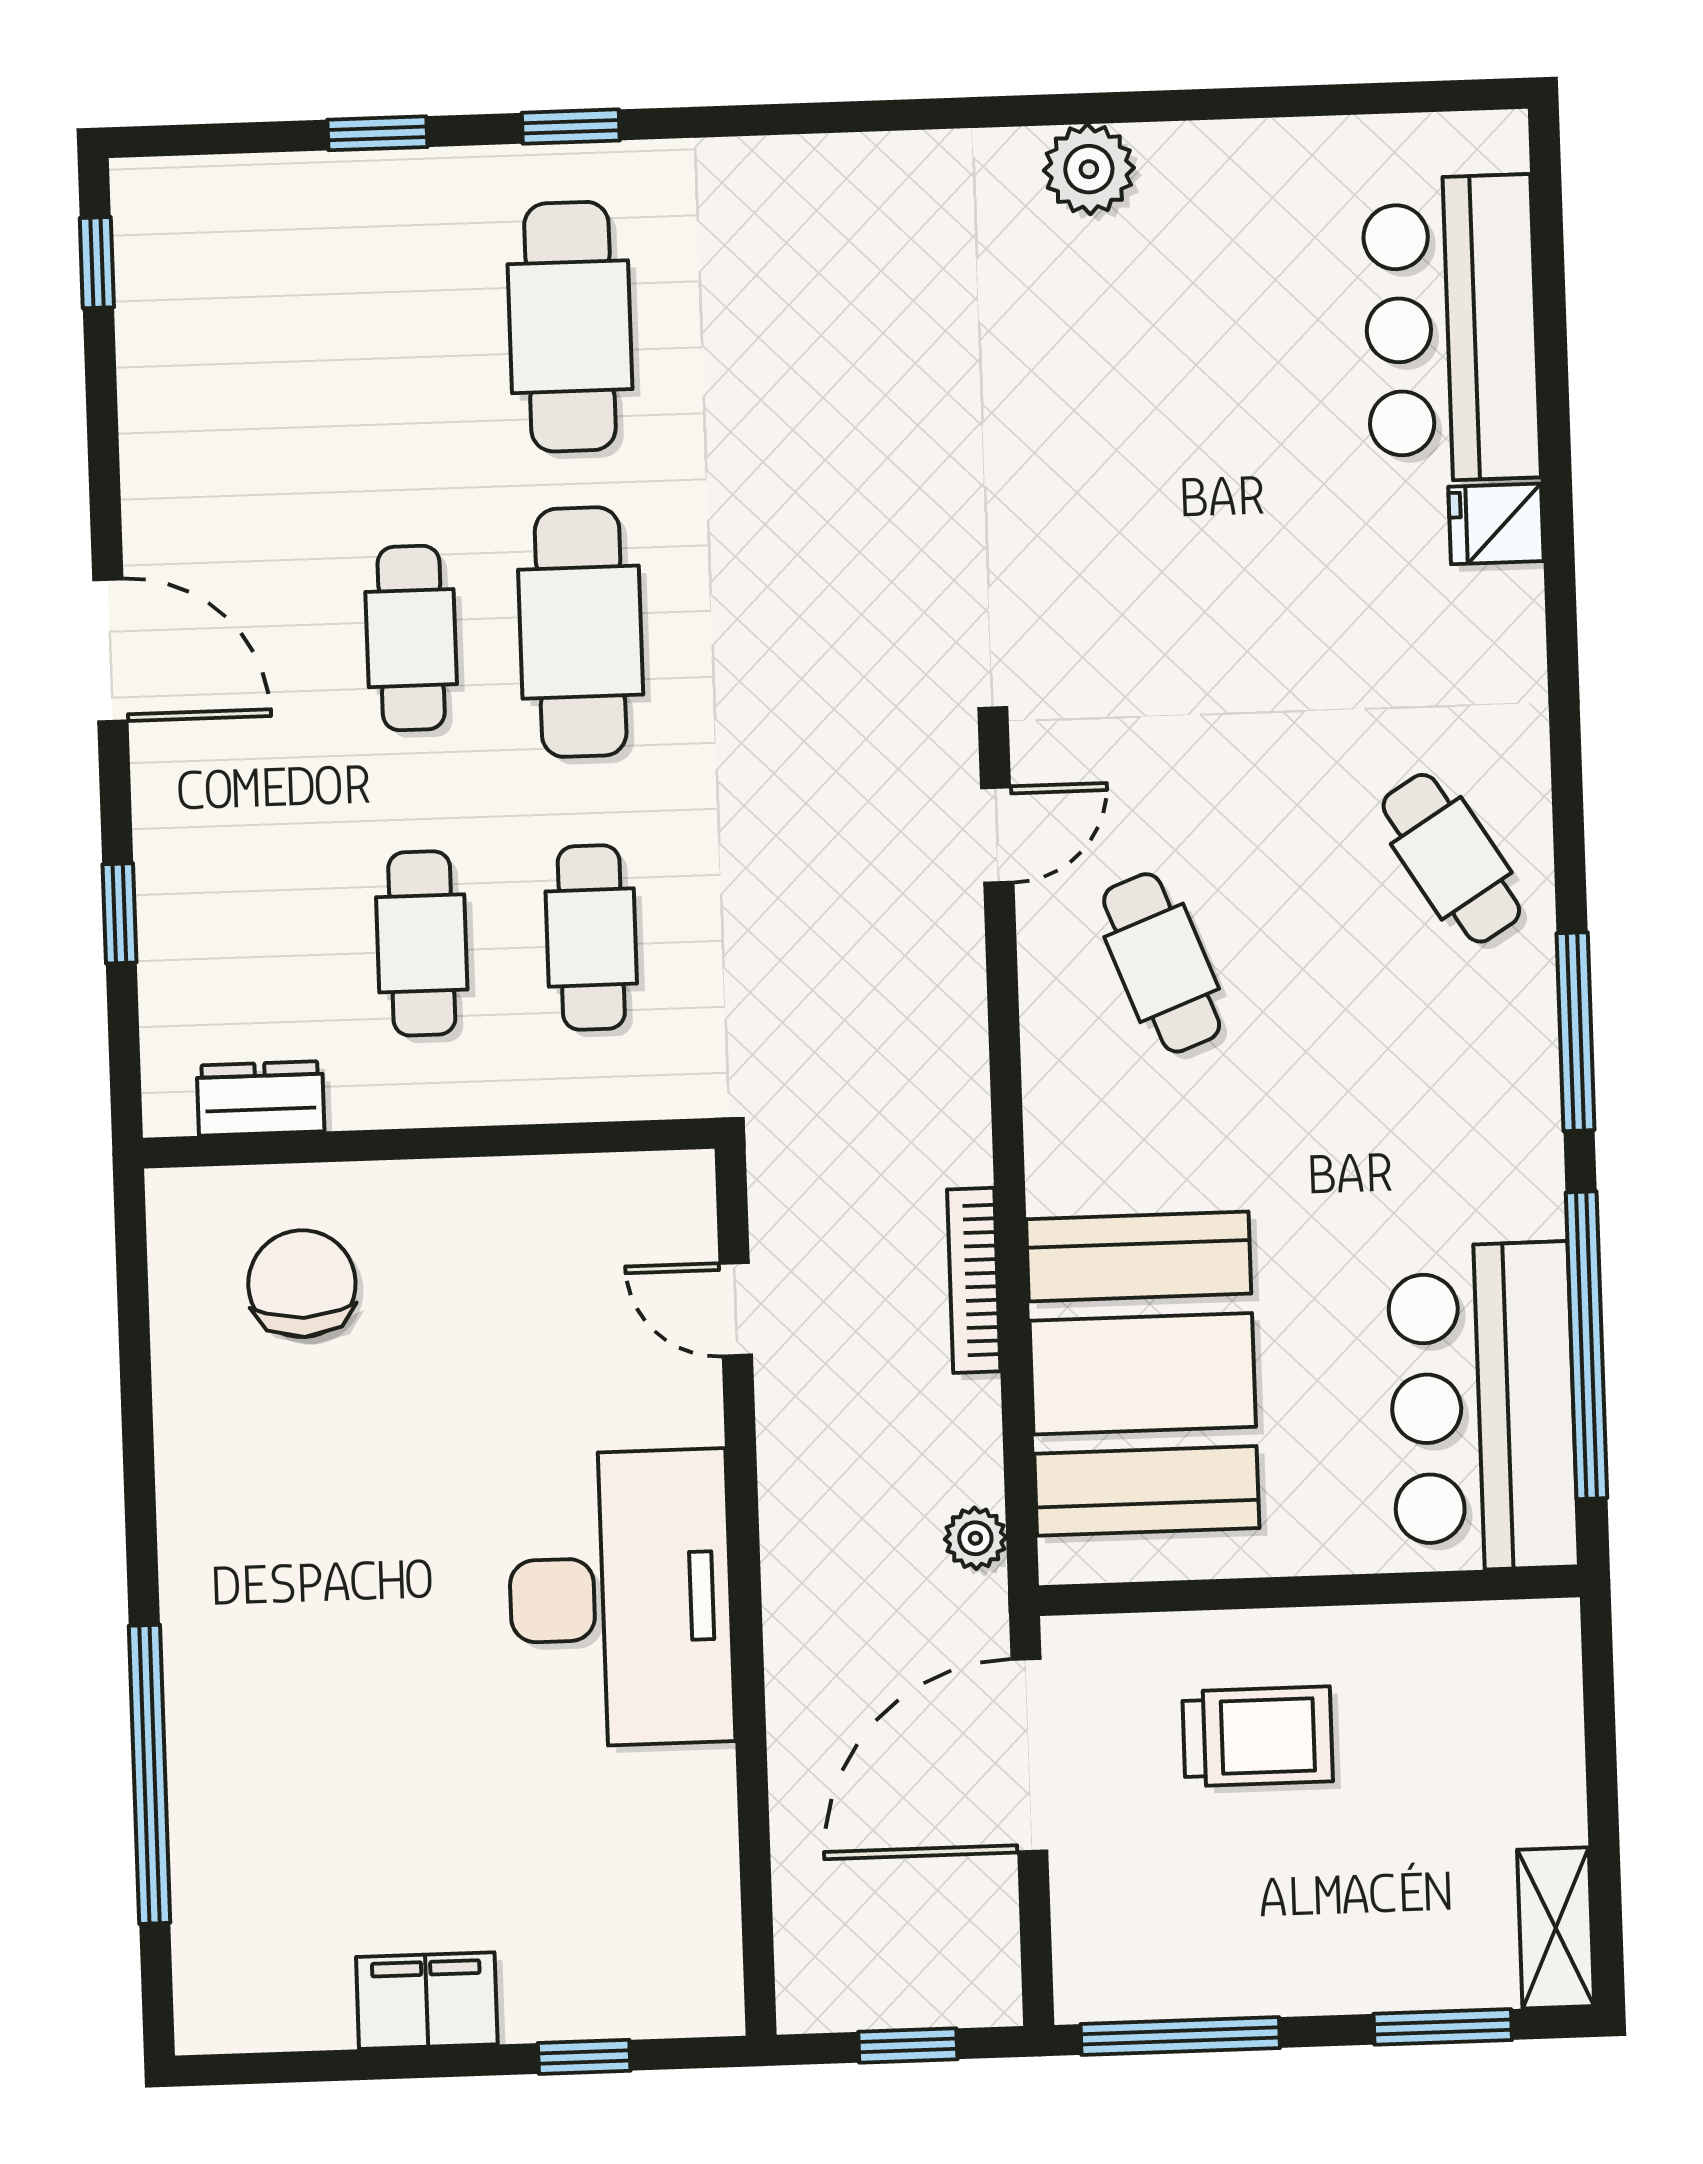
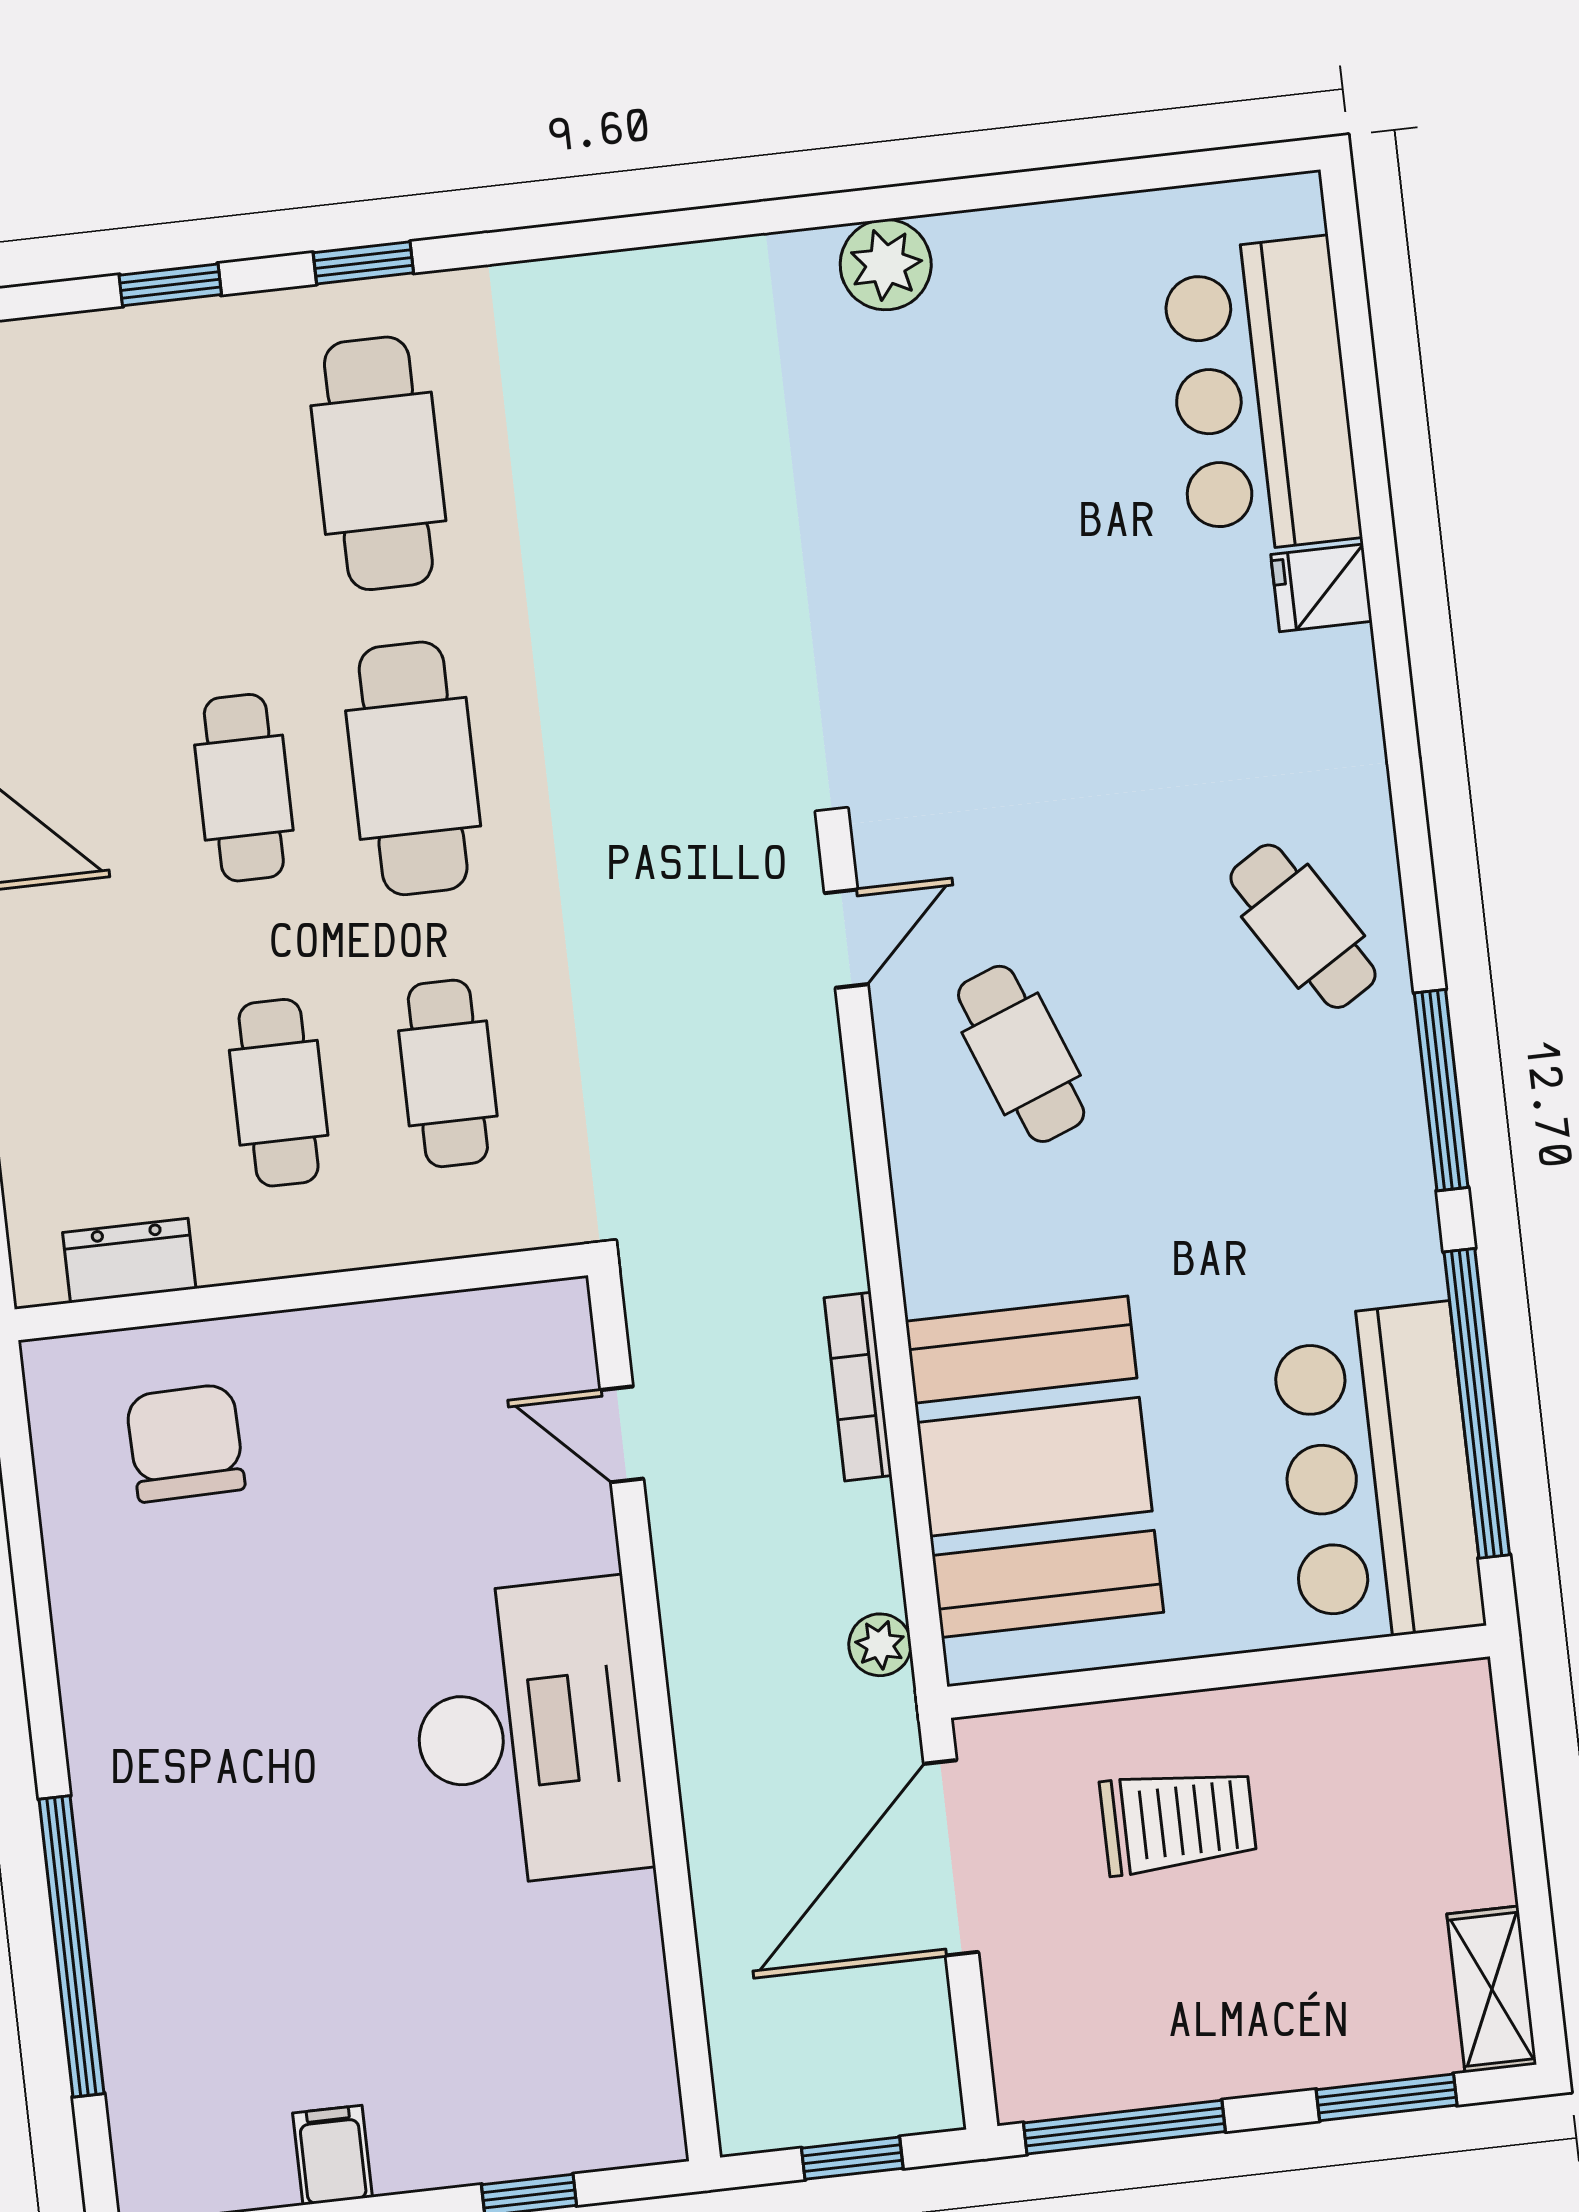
filing cabinet: (427, 2001) -> (332, 2155), width x0.50

